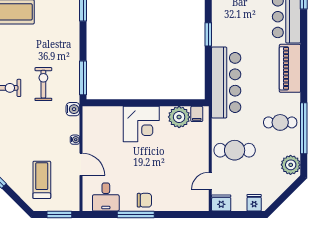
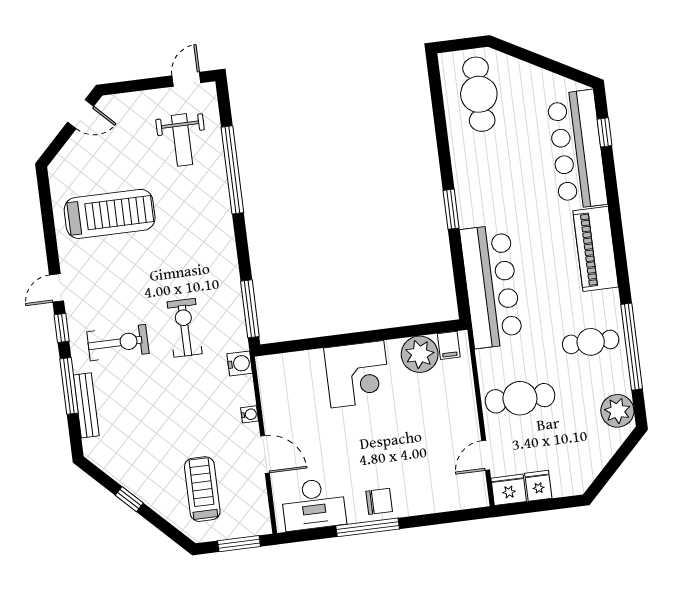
desk: (106, 197) -> (314, 504), width x1.37
fridge: (254, 203) -> (538, 486), moved

